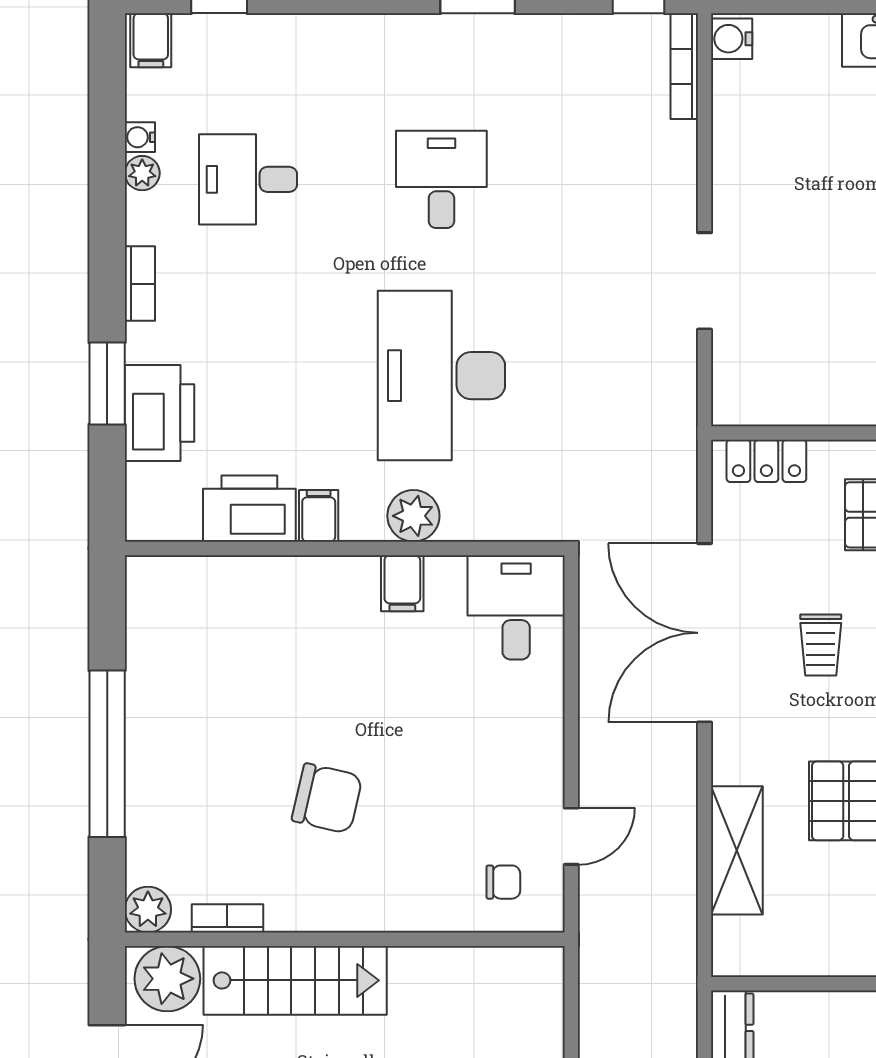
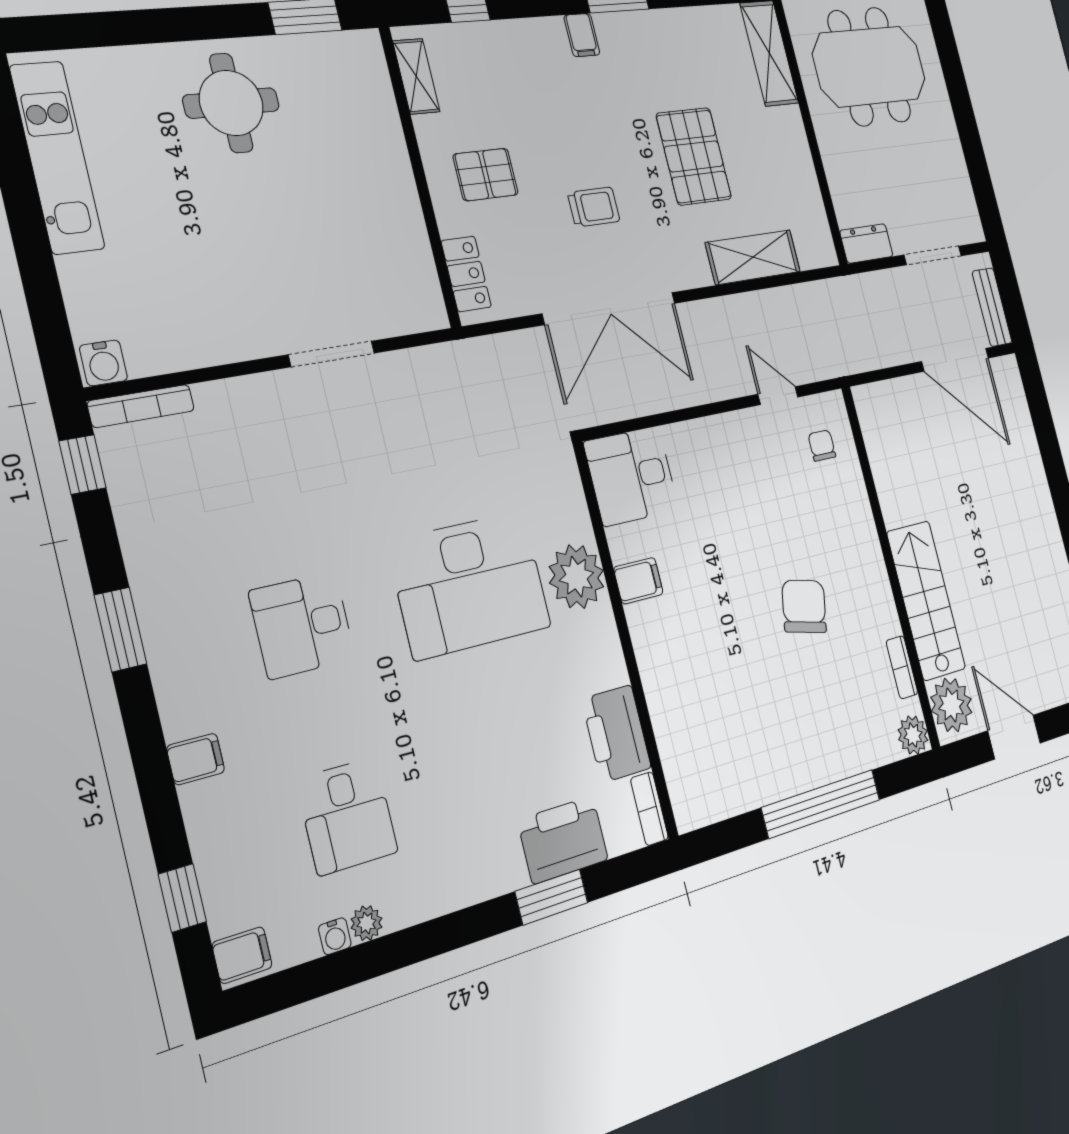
bookcase: (140, 284) -> (649, 809), moved, turned -90
filing cabinet: (319, 516) -> (196, 759), moved, turned 180
plant: (413, 516) -> (577, 577), width x1.36, depth x1.36

